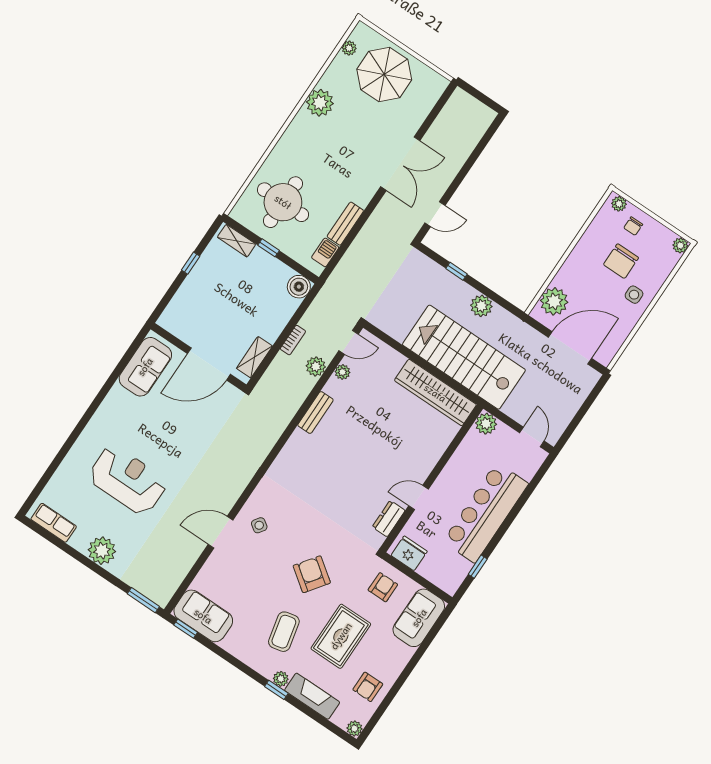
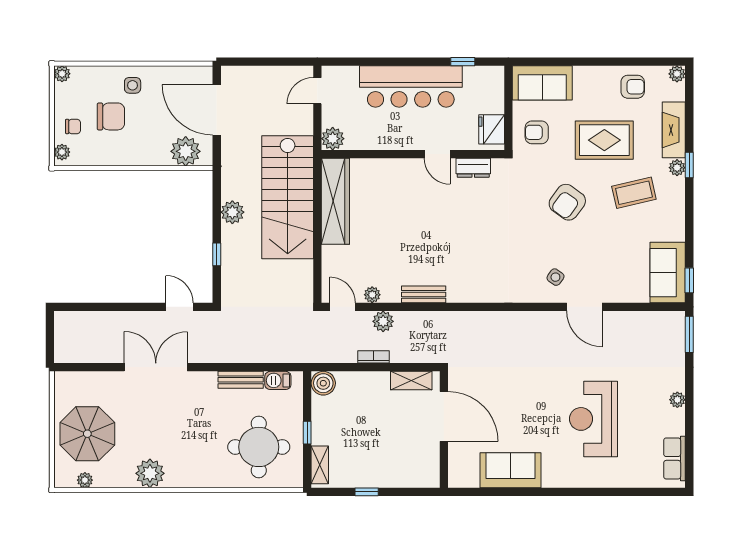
sofa: (145, 367) -> (511, 470), moved
plant: (102, 551) -> (677, 400), width x0.53, depth x0.53

